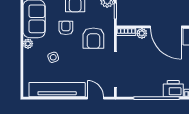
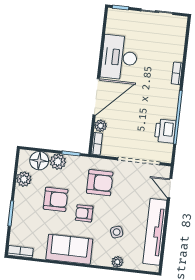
plant: (28, 44) -> (117, 262), moved
printer: (173, 89) -> (165, 131), moved
door: (95, 98) -> (170, 188), hinge flipped

